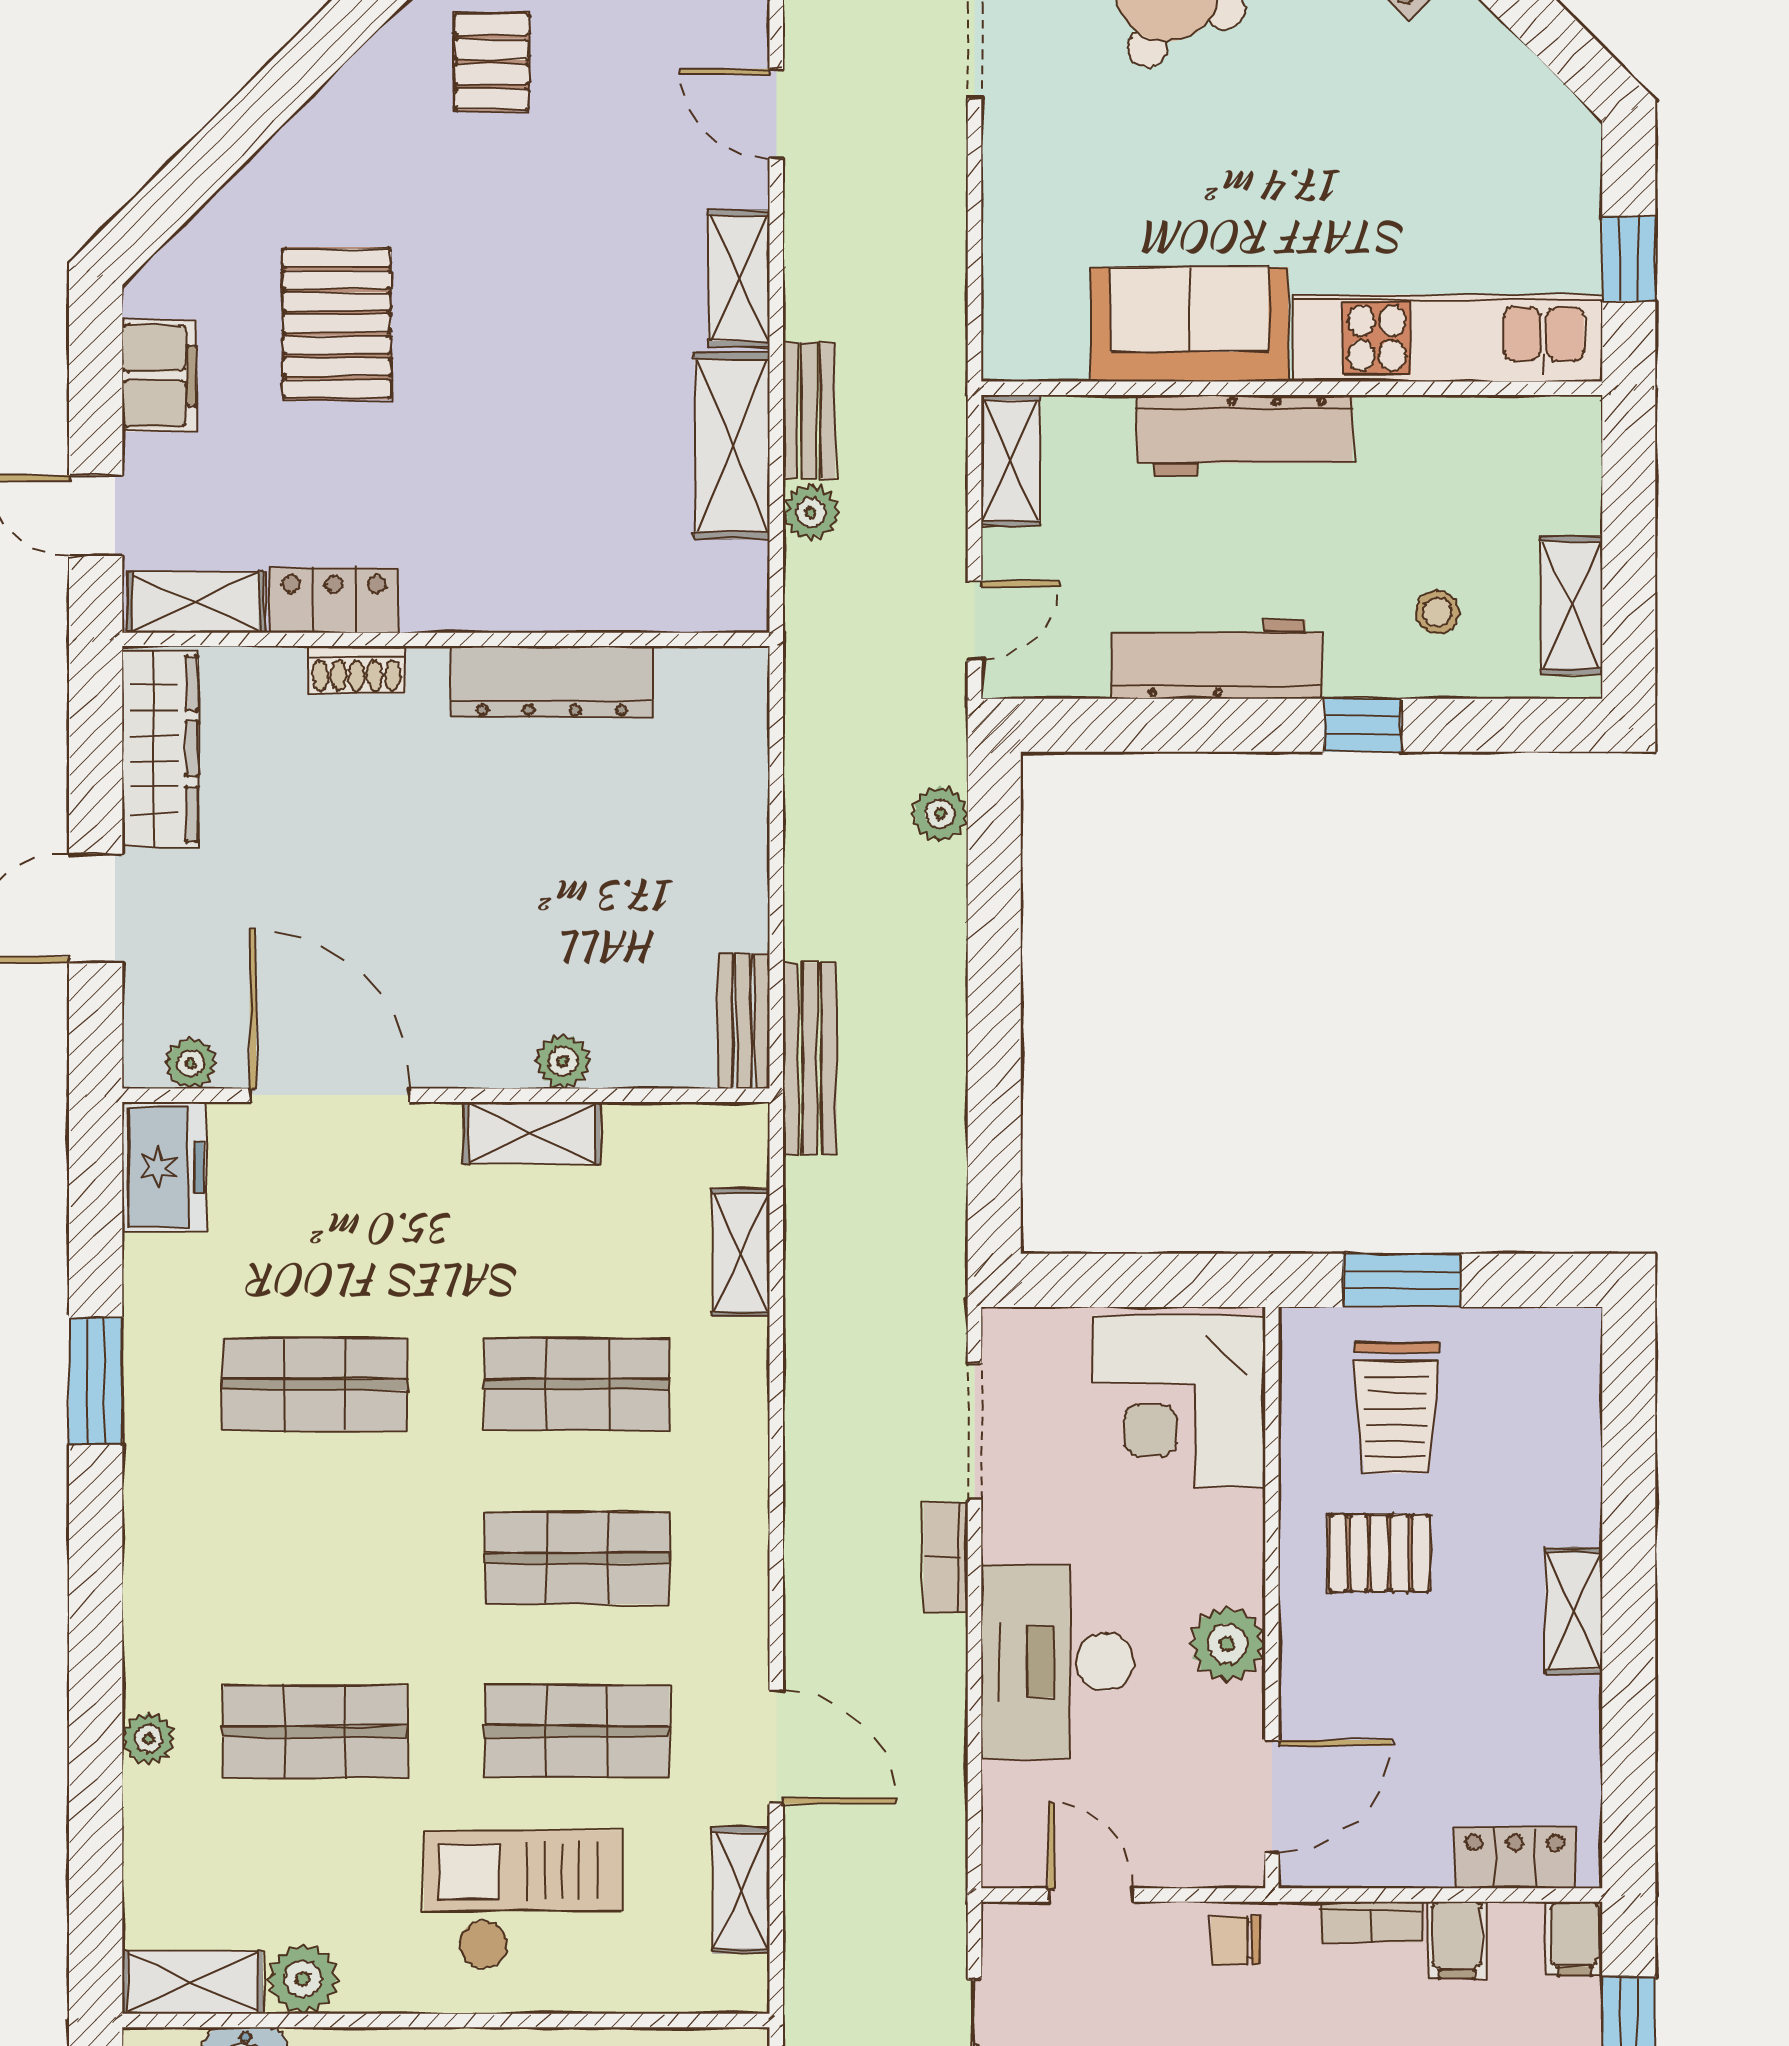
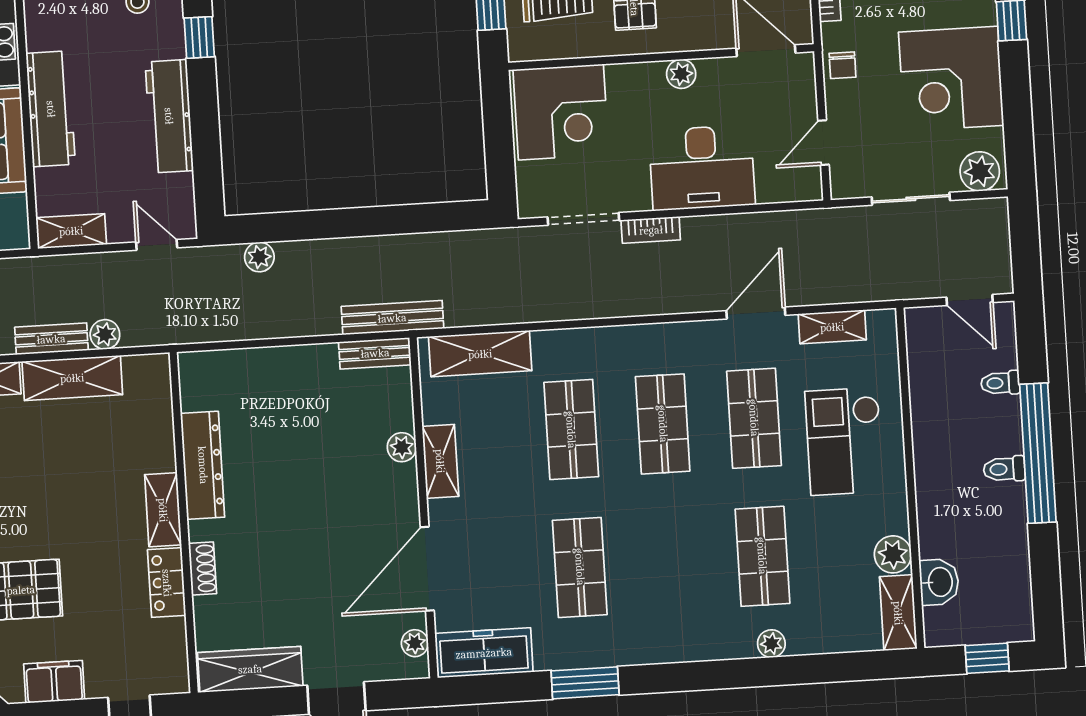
shelving: (196, 602) -> (163, 510), moved
freezer: (164, 1167) -> (484, 653), width x1.40
shelving: (741, 1253) -> (480, 354), width x1.50, depth x1.33
plant: (1227, 1644) -> (681, 74), width x0.73, depth x0.73

